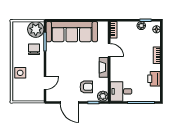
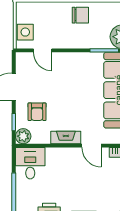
chair: (34, 49) -> (80, 15), moved
door: (109, 50) -> (92, 146), hinge flipped
side table: (20, 73) -> (25, 32), moved

